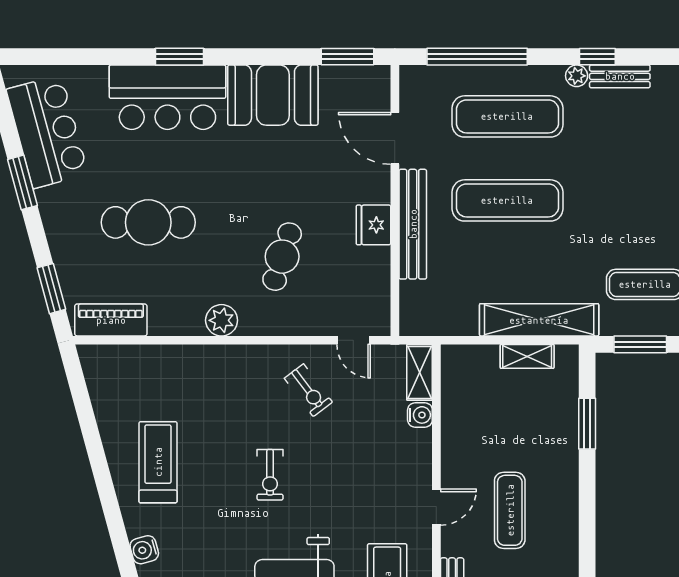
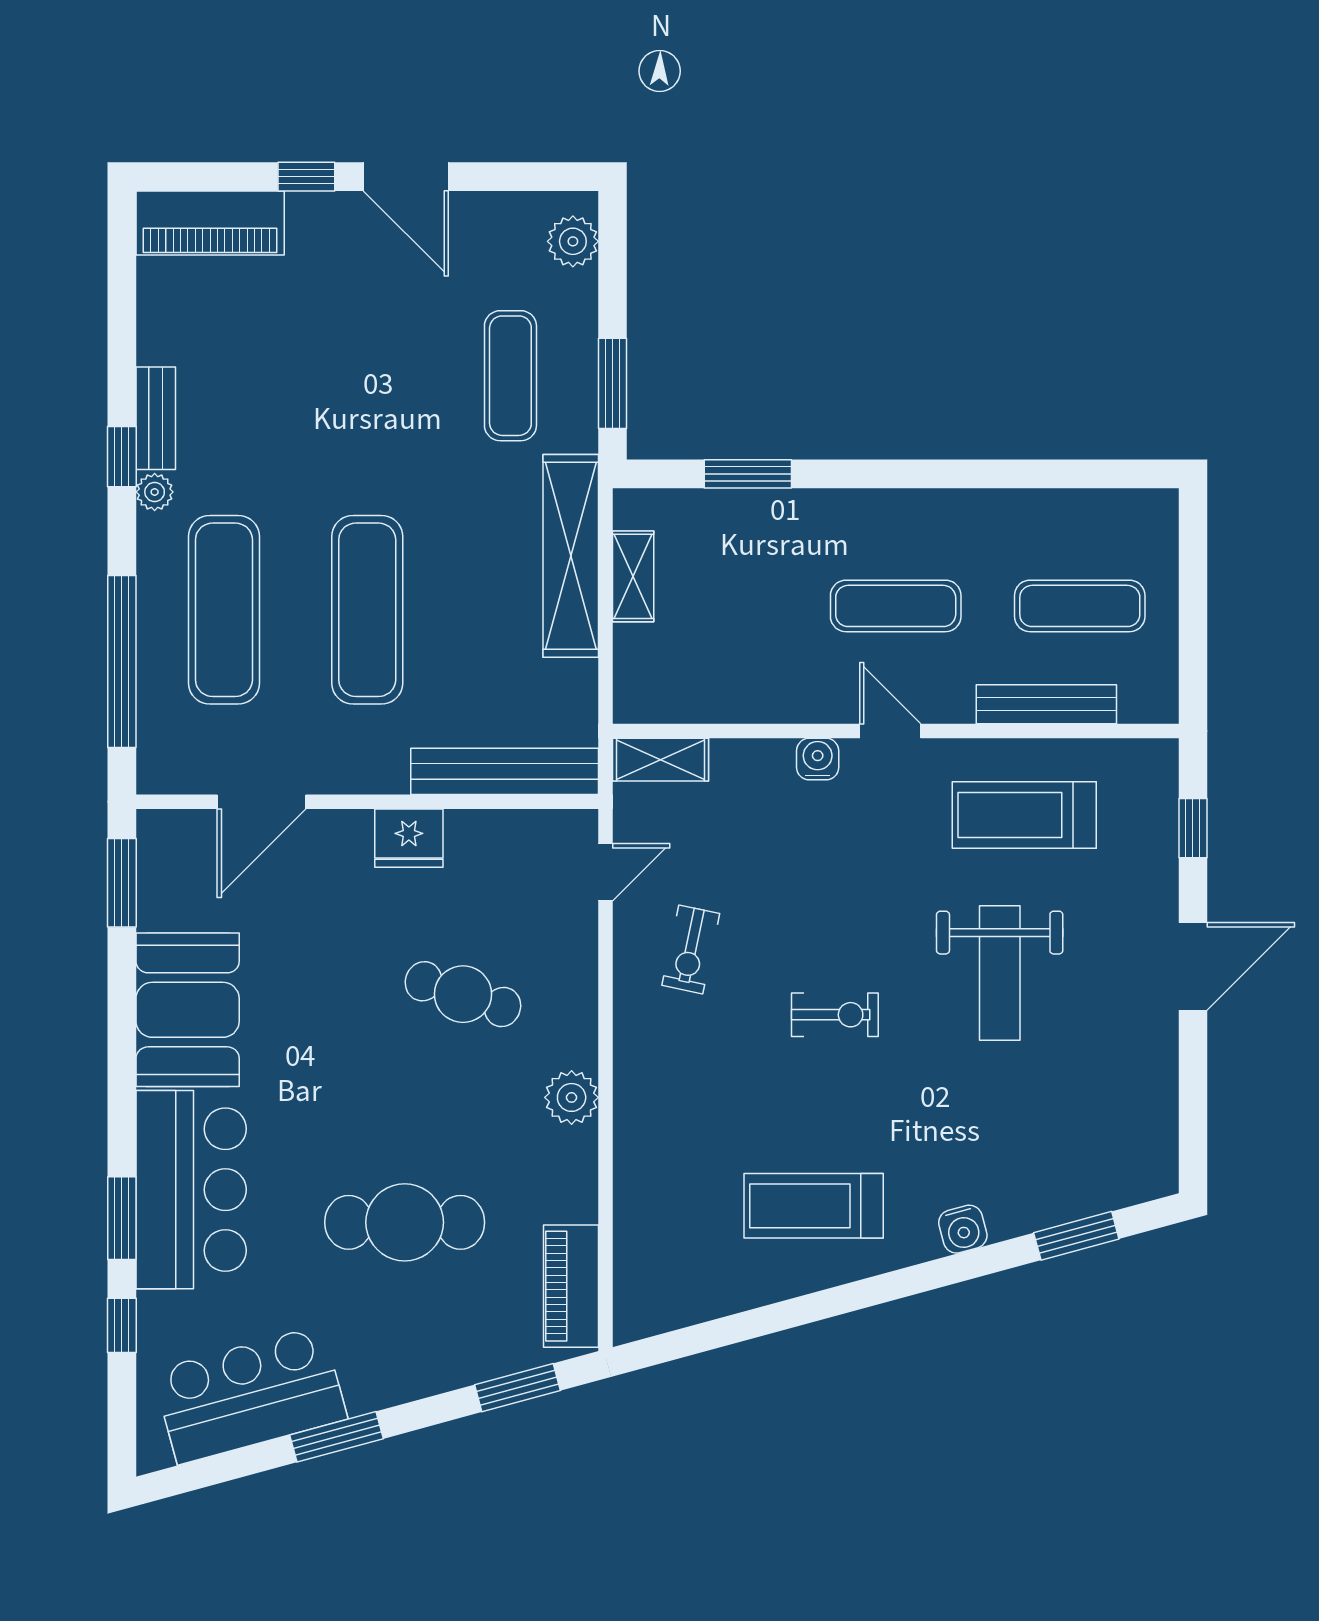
window: (88, 57) -> (122, 1325), added
window: (180, 57) -> (122, 1218), moved
cafe table: (148, 222) -> (405, 1222), turned 90
bench: (413, 224) -> (505, 771), moved
exercise bike: (308, 390) -> (691, 949), turned 139
water cooler: (420, 415) -> (818, 759), moved

